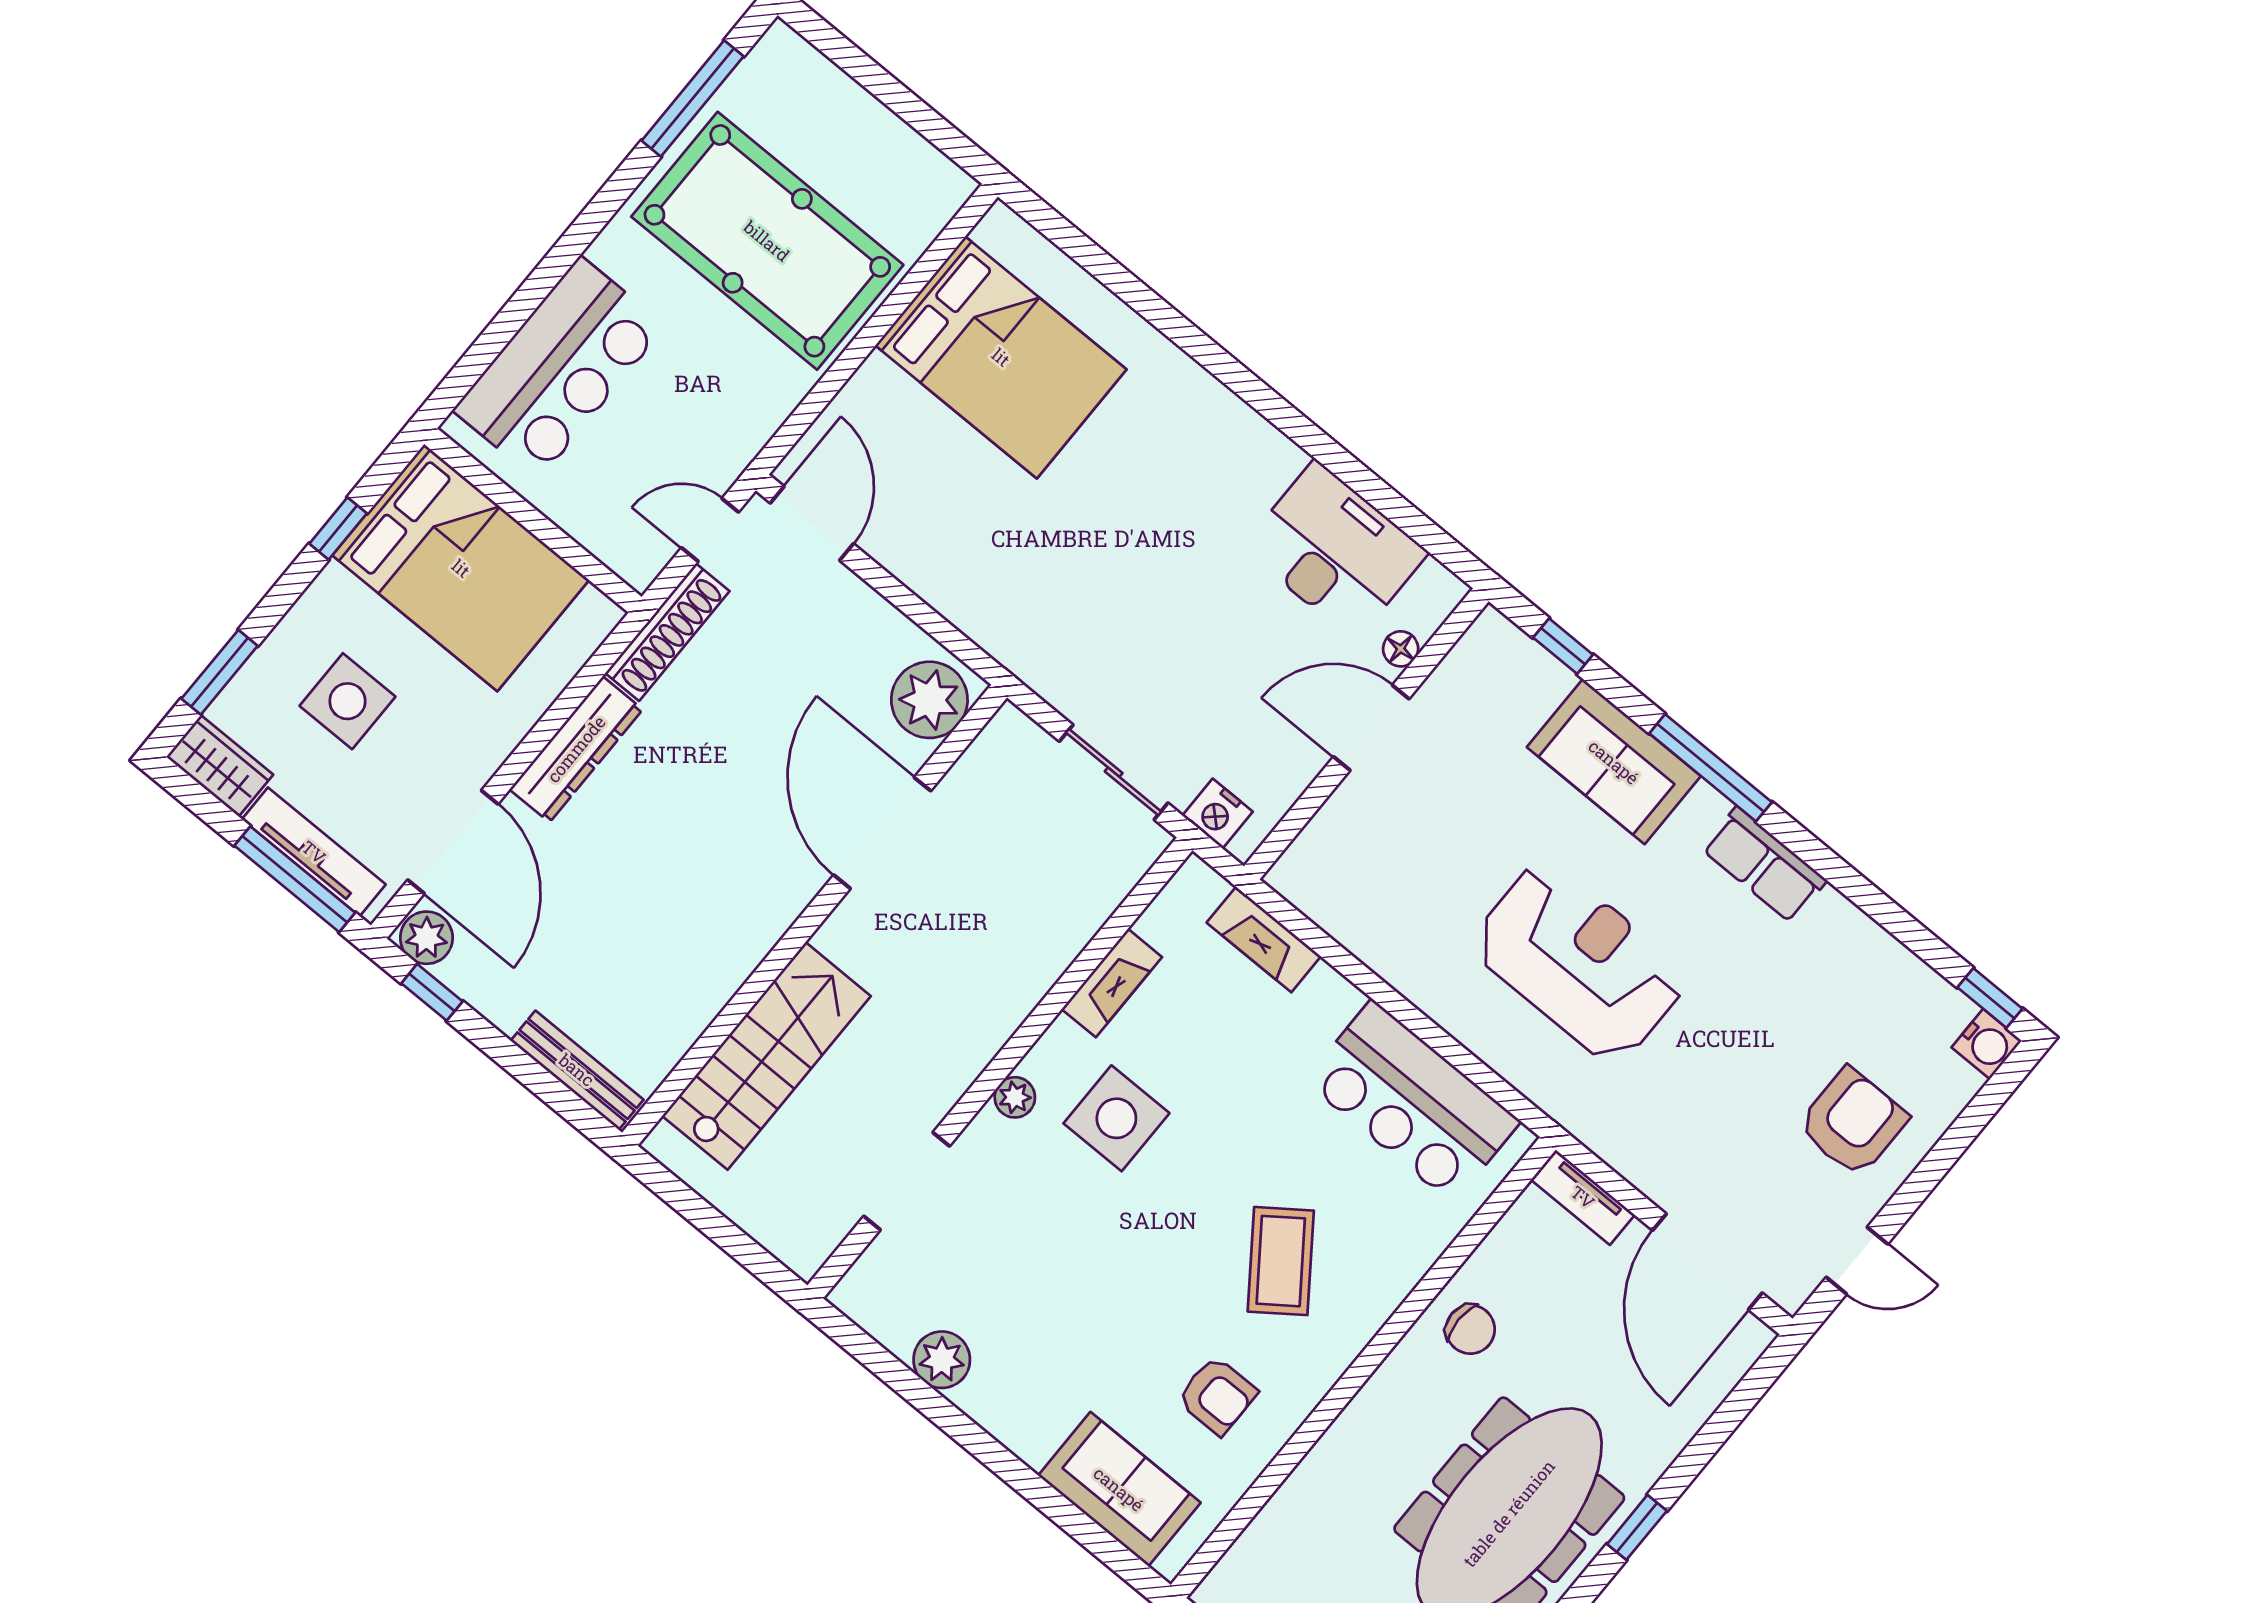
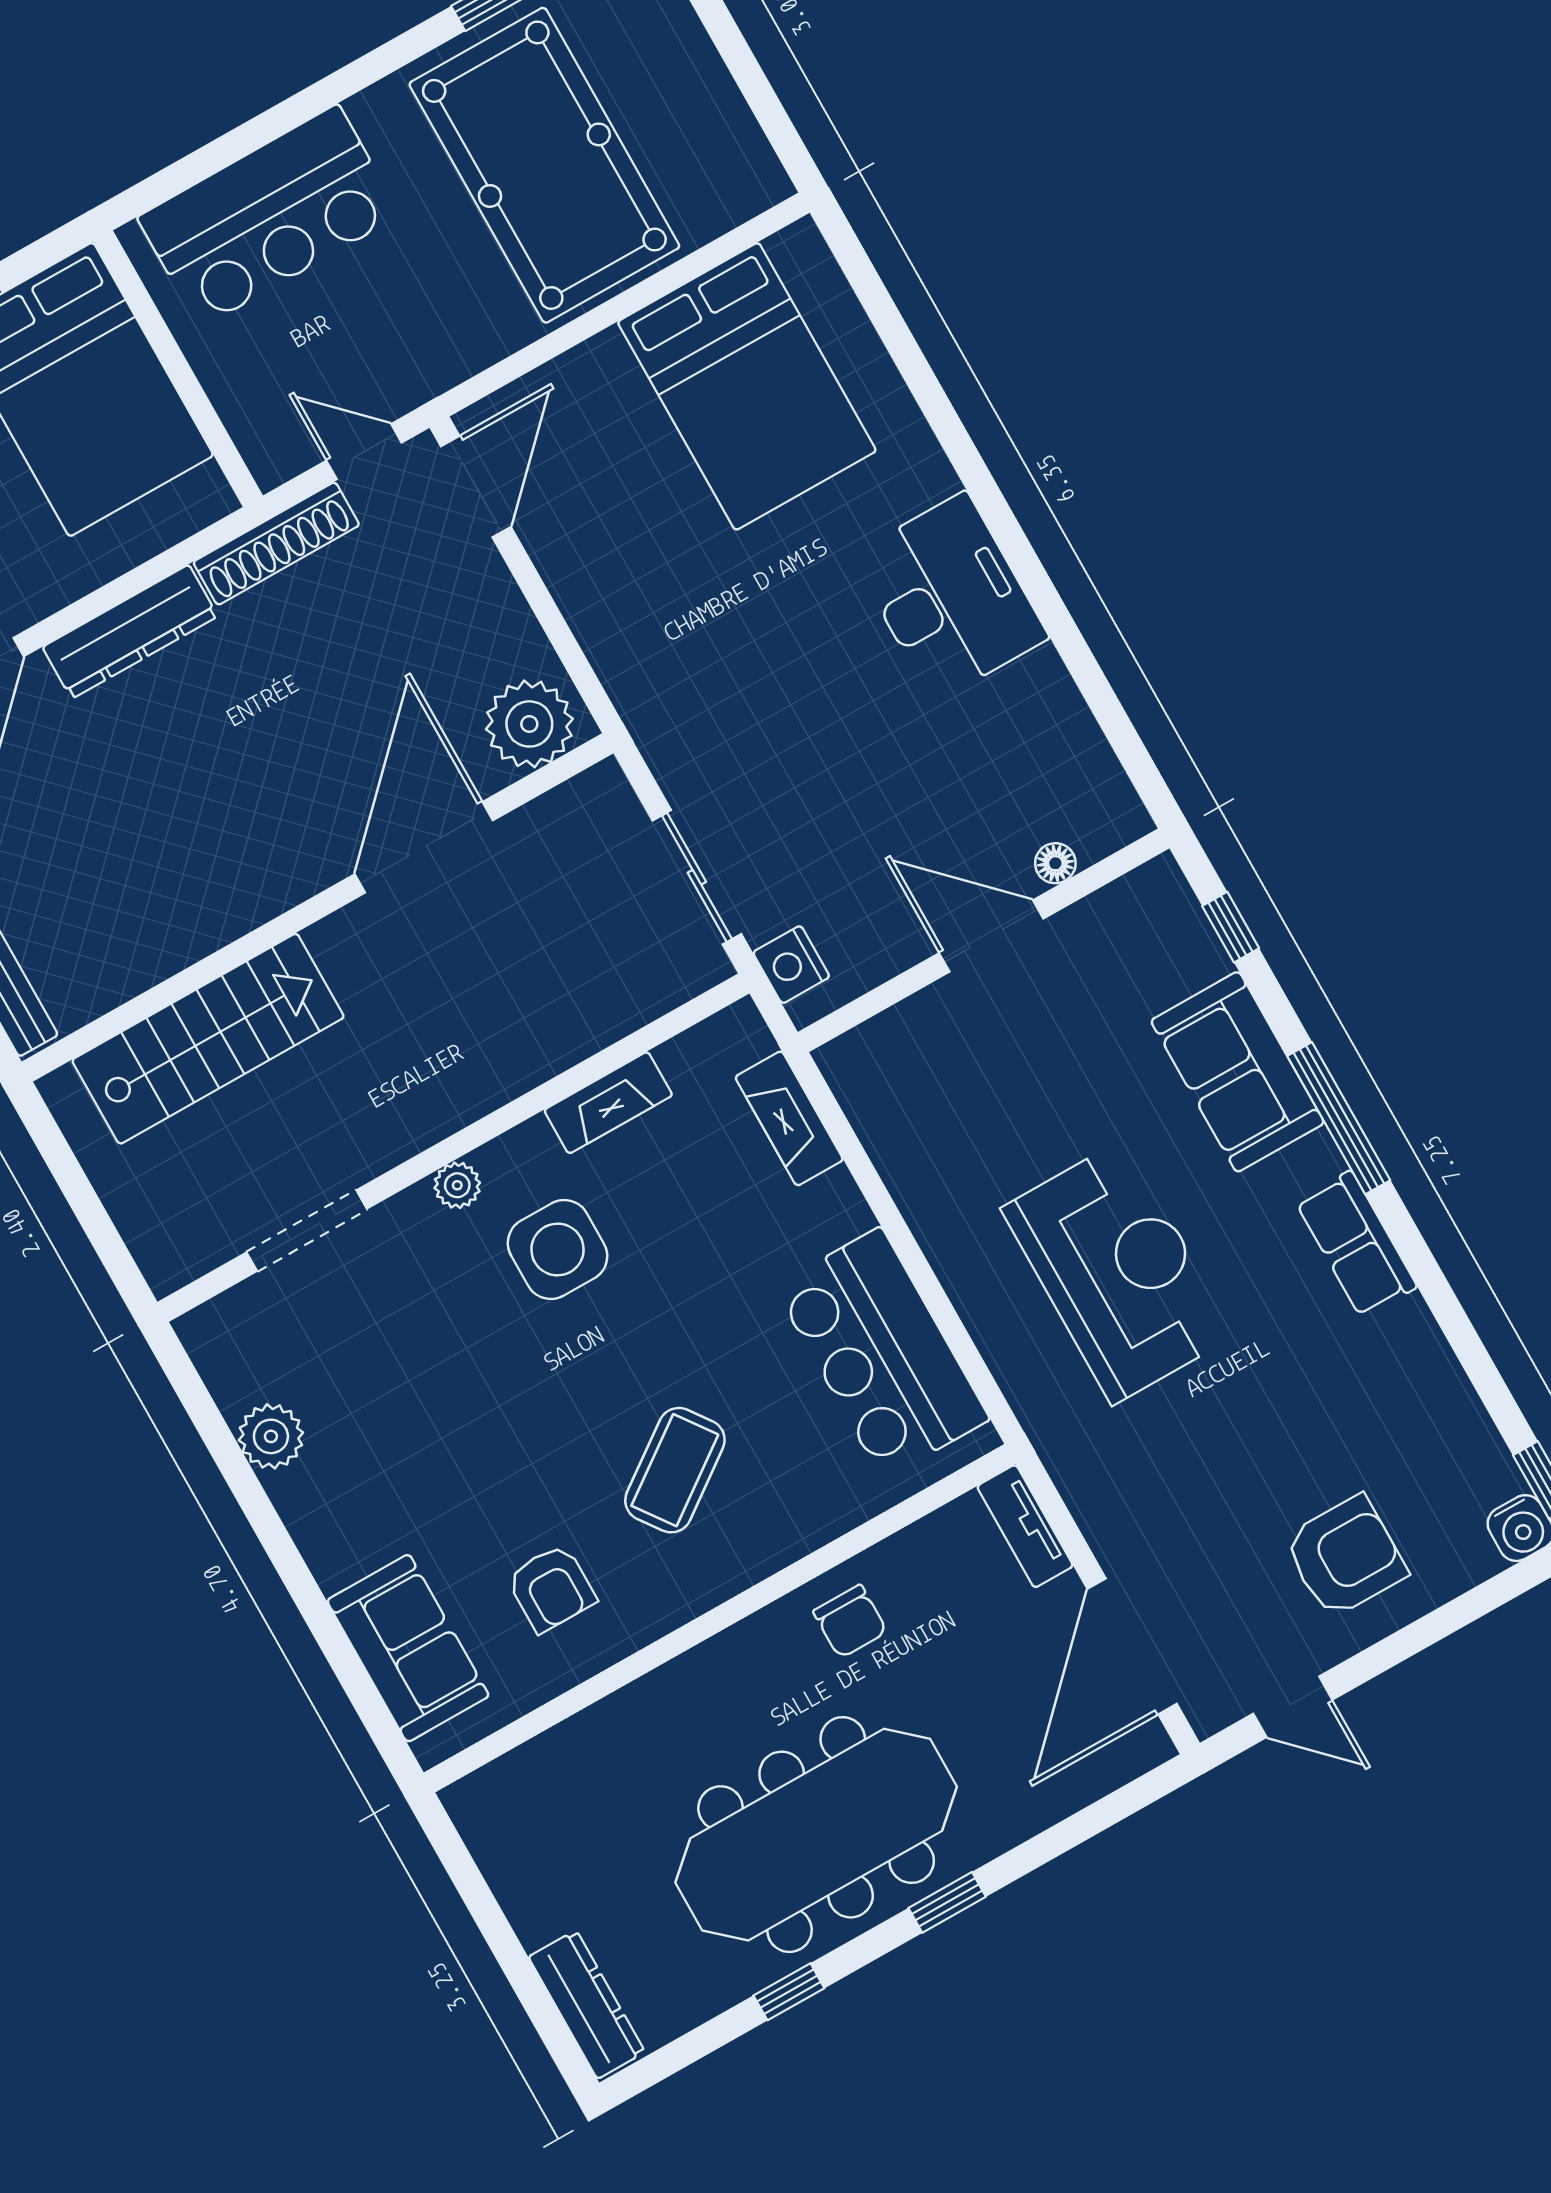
desk: (1335, 550) -> (950, 597), moved

